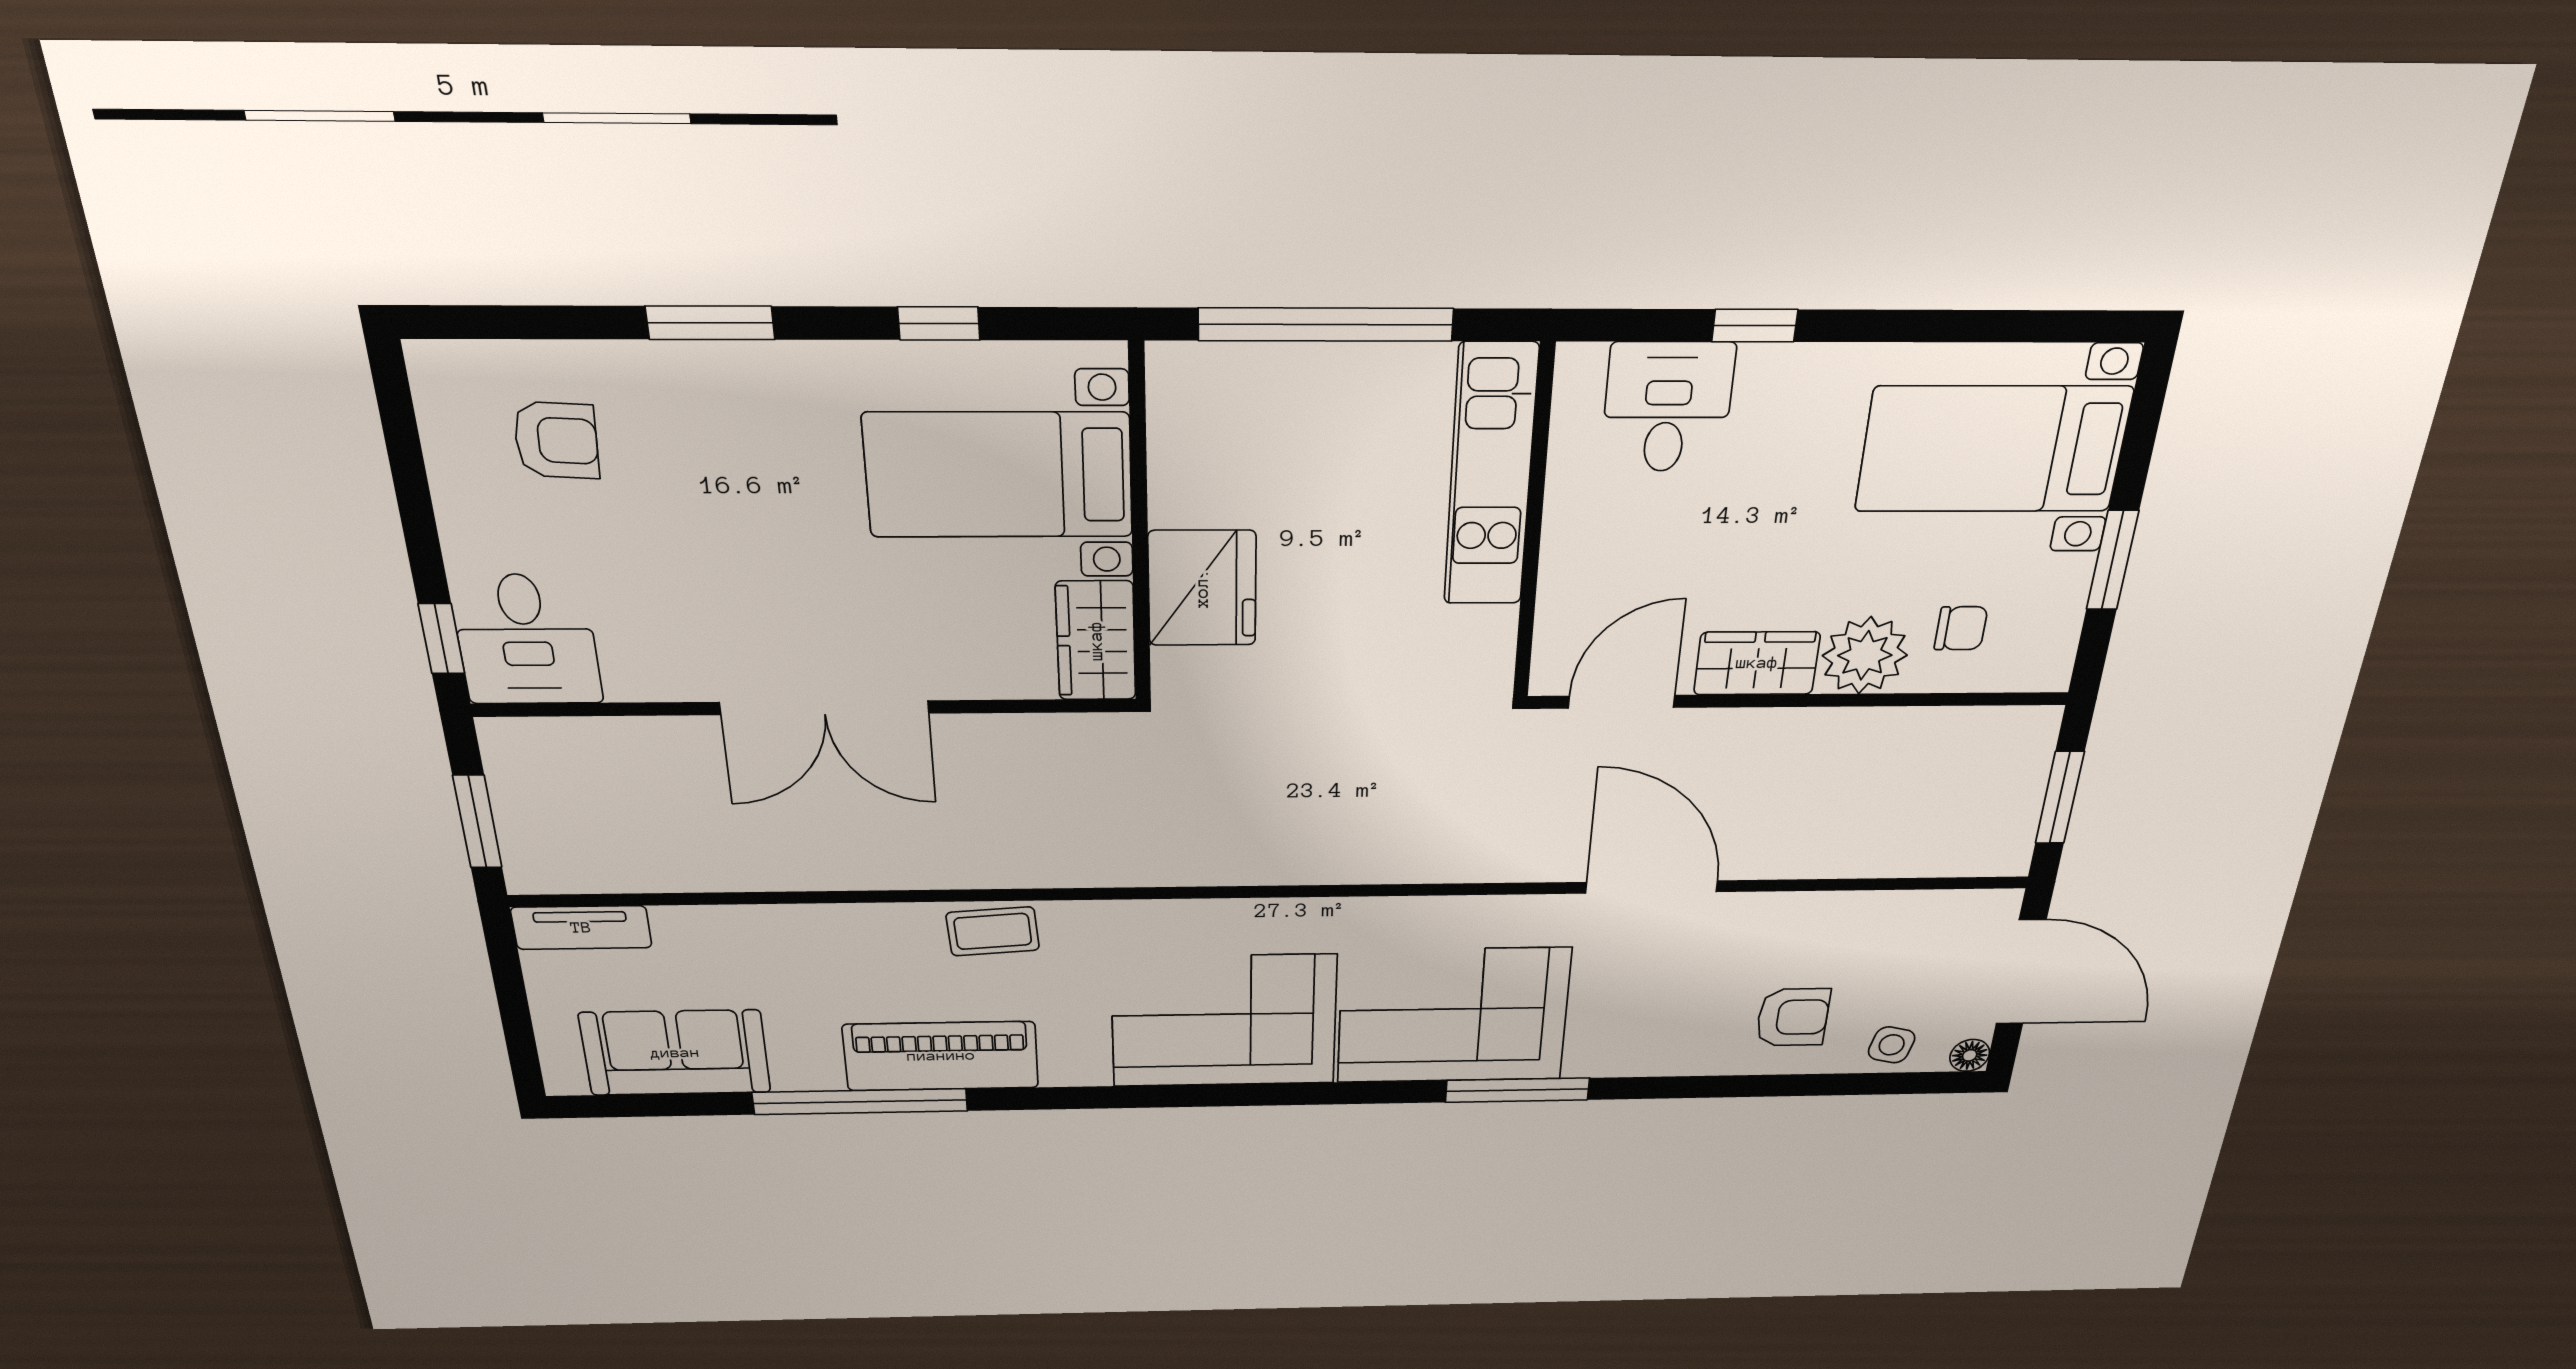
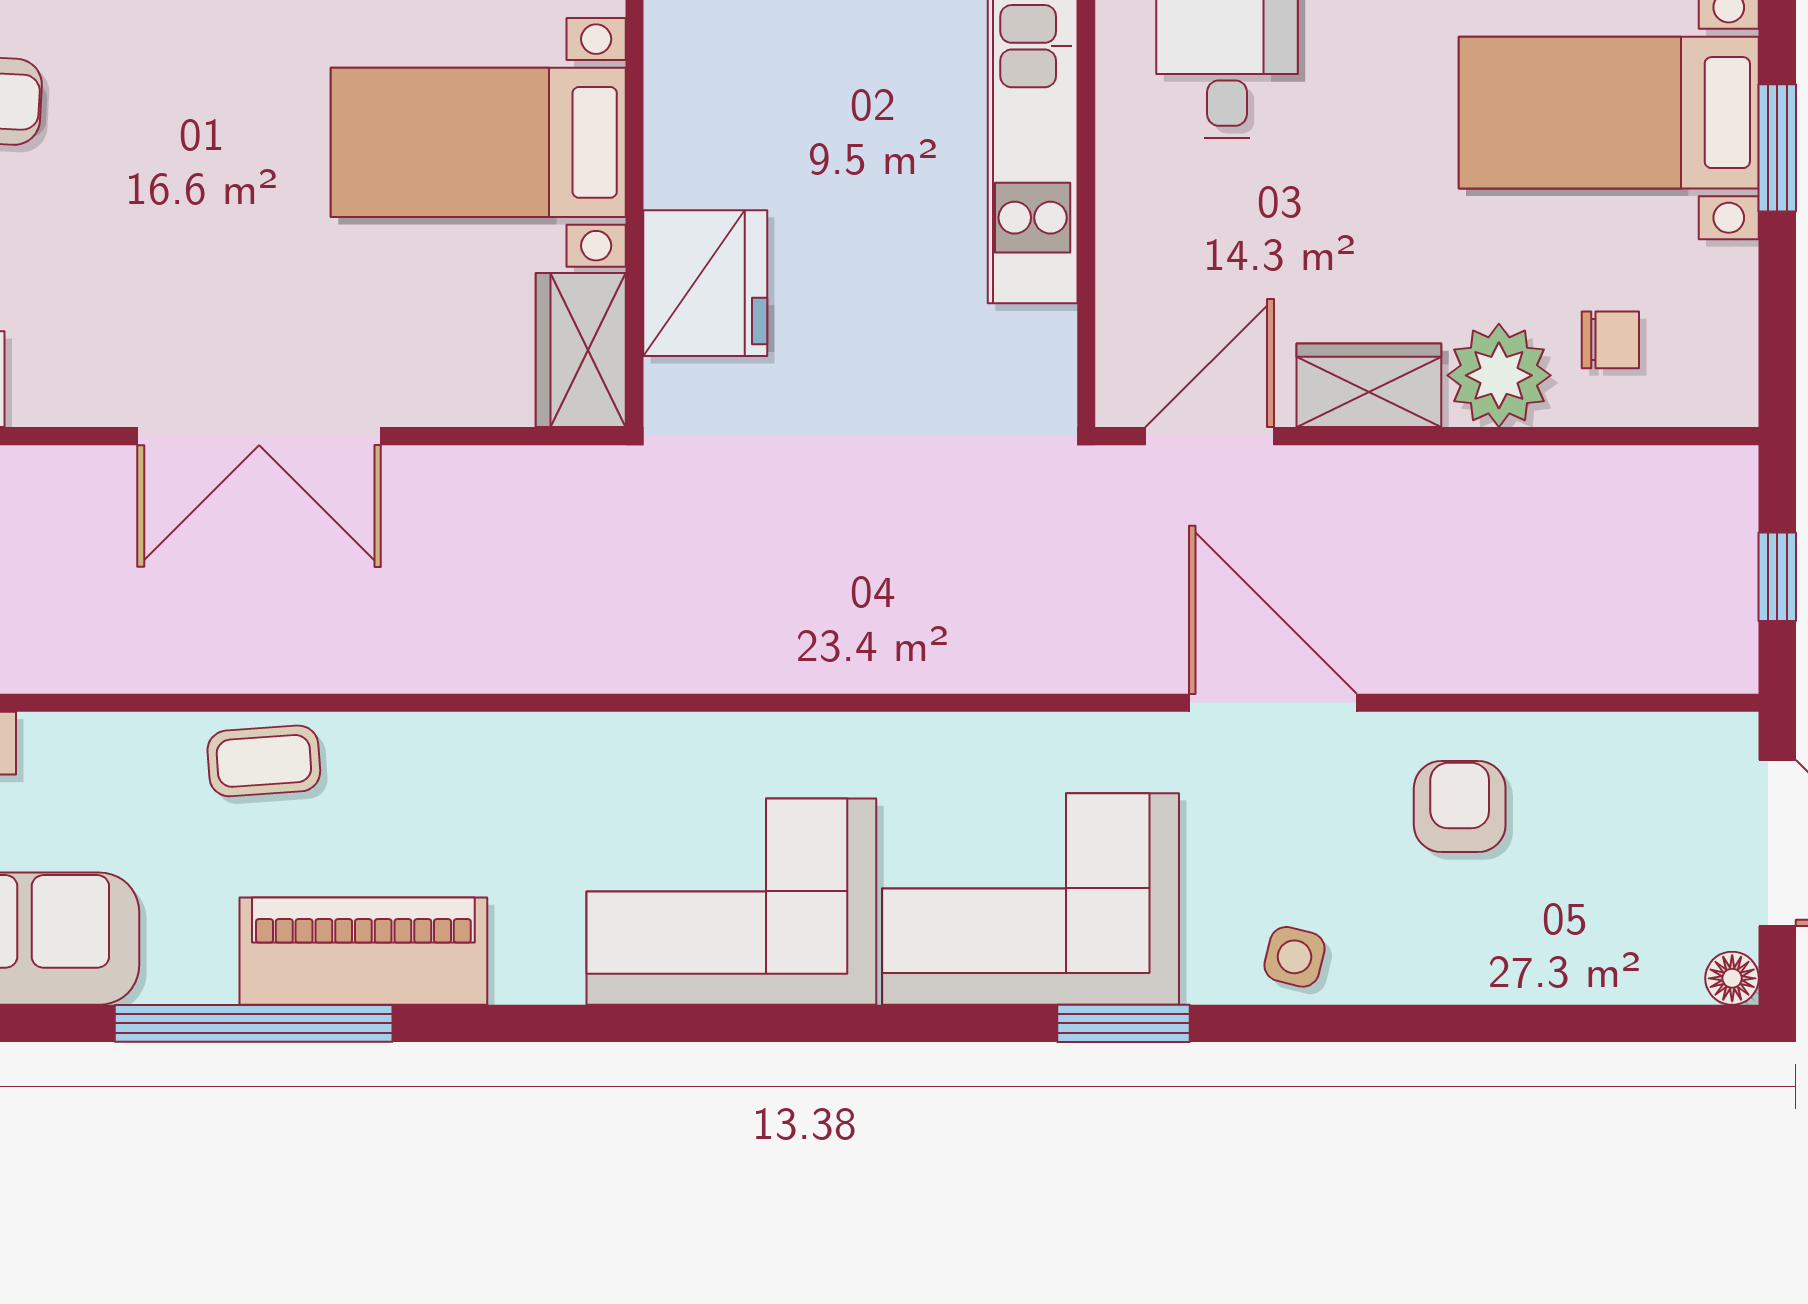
window: (2112, 560) -> (1777, 148), moved
window: (2060, 798) -> (1777, 577), width x0.67
coffee table: (993, 931) -> (264, 761), moved
armchair: (1793, 1017) -> (1460, 807), moved, turned -90
side table: (1892, 1045) -> (1294, 957), moved
window: (1517, 1090) -> (1124, 1023), width x0.69

